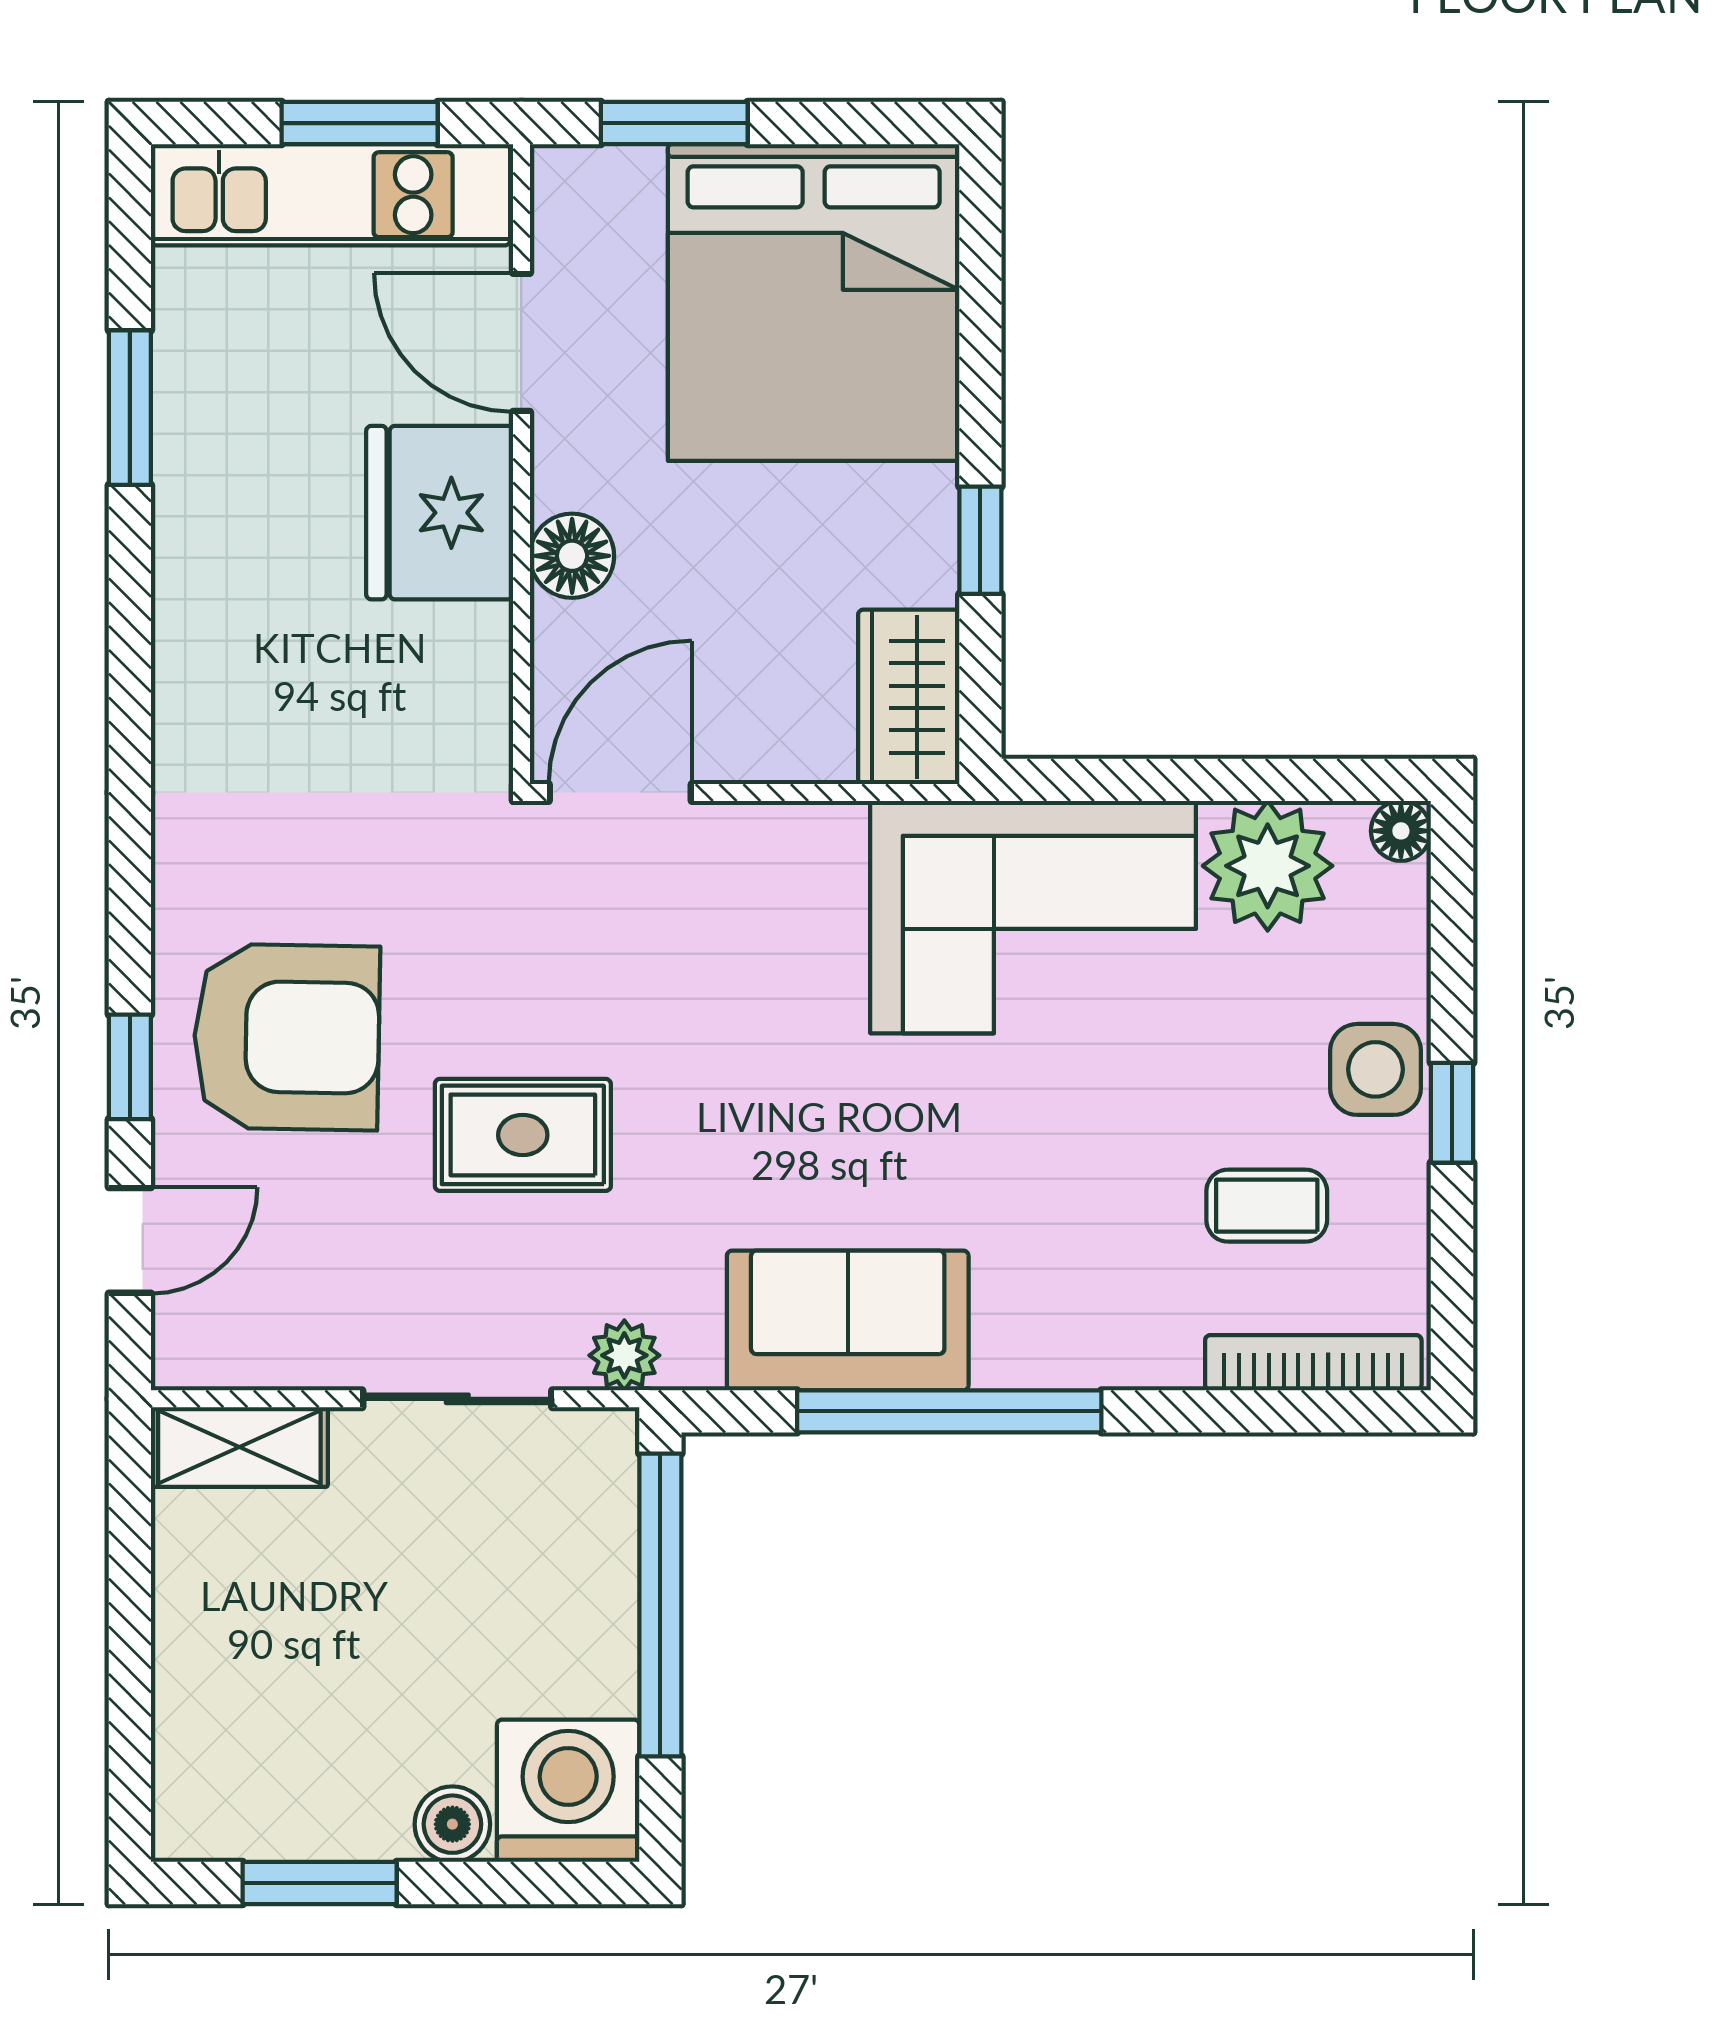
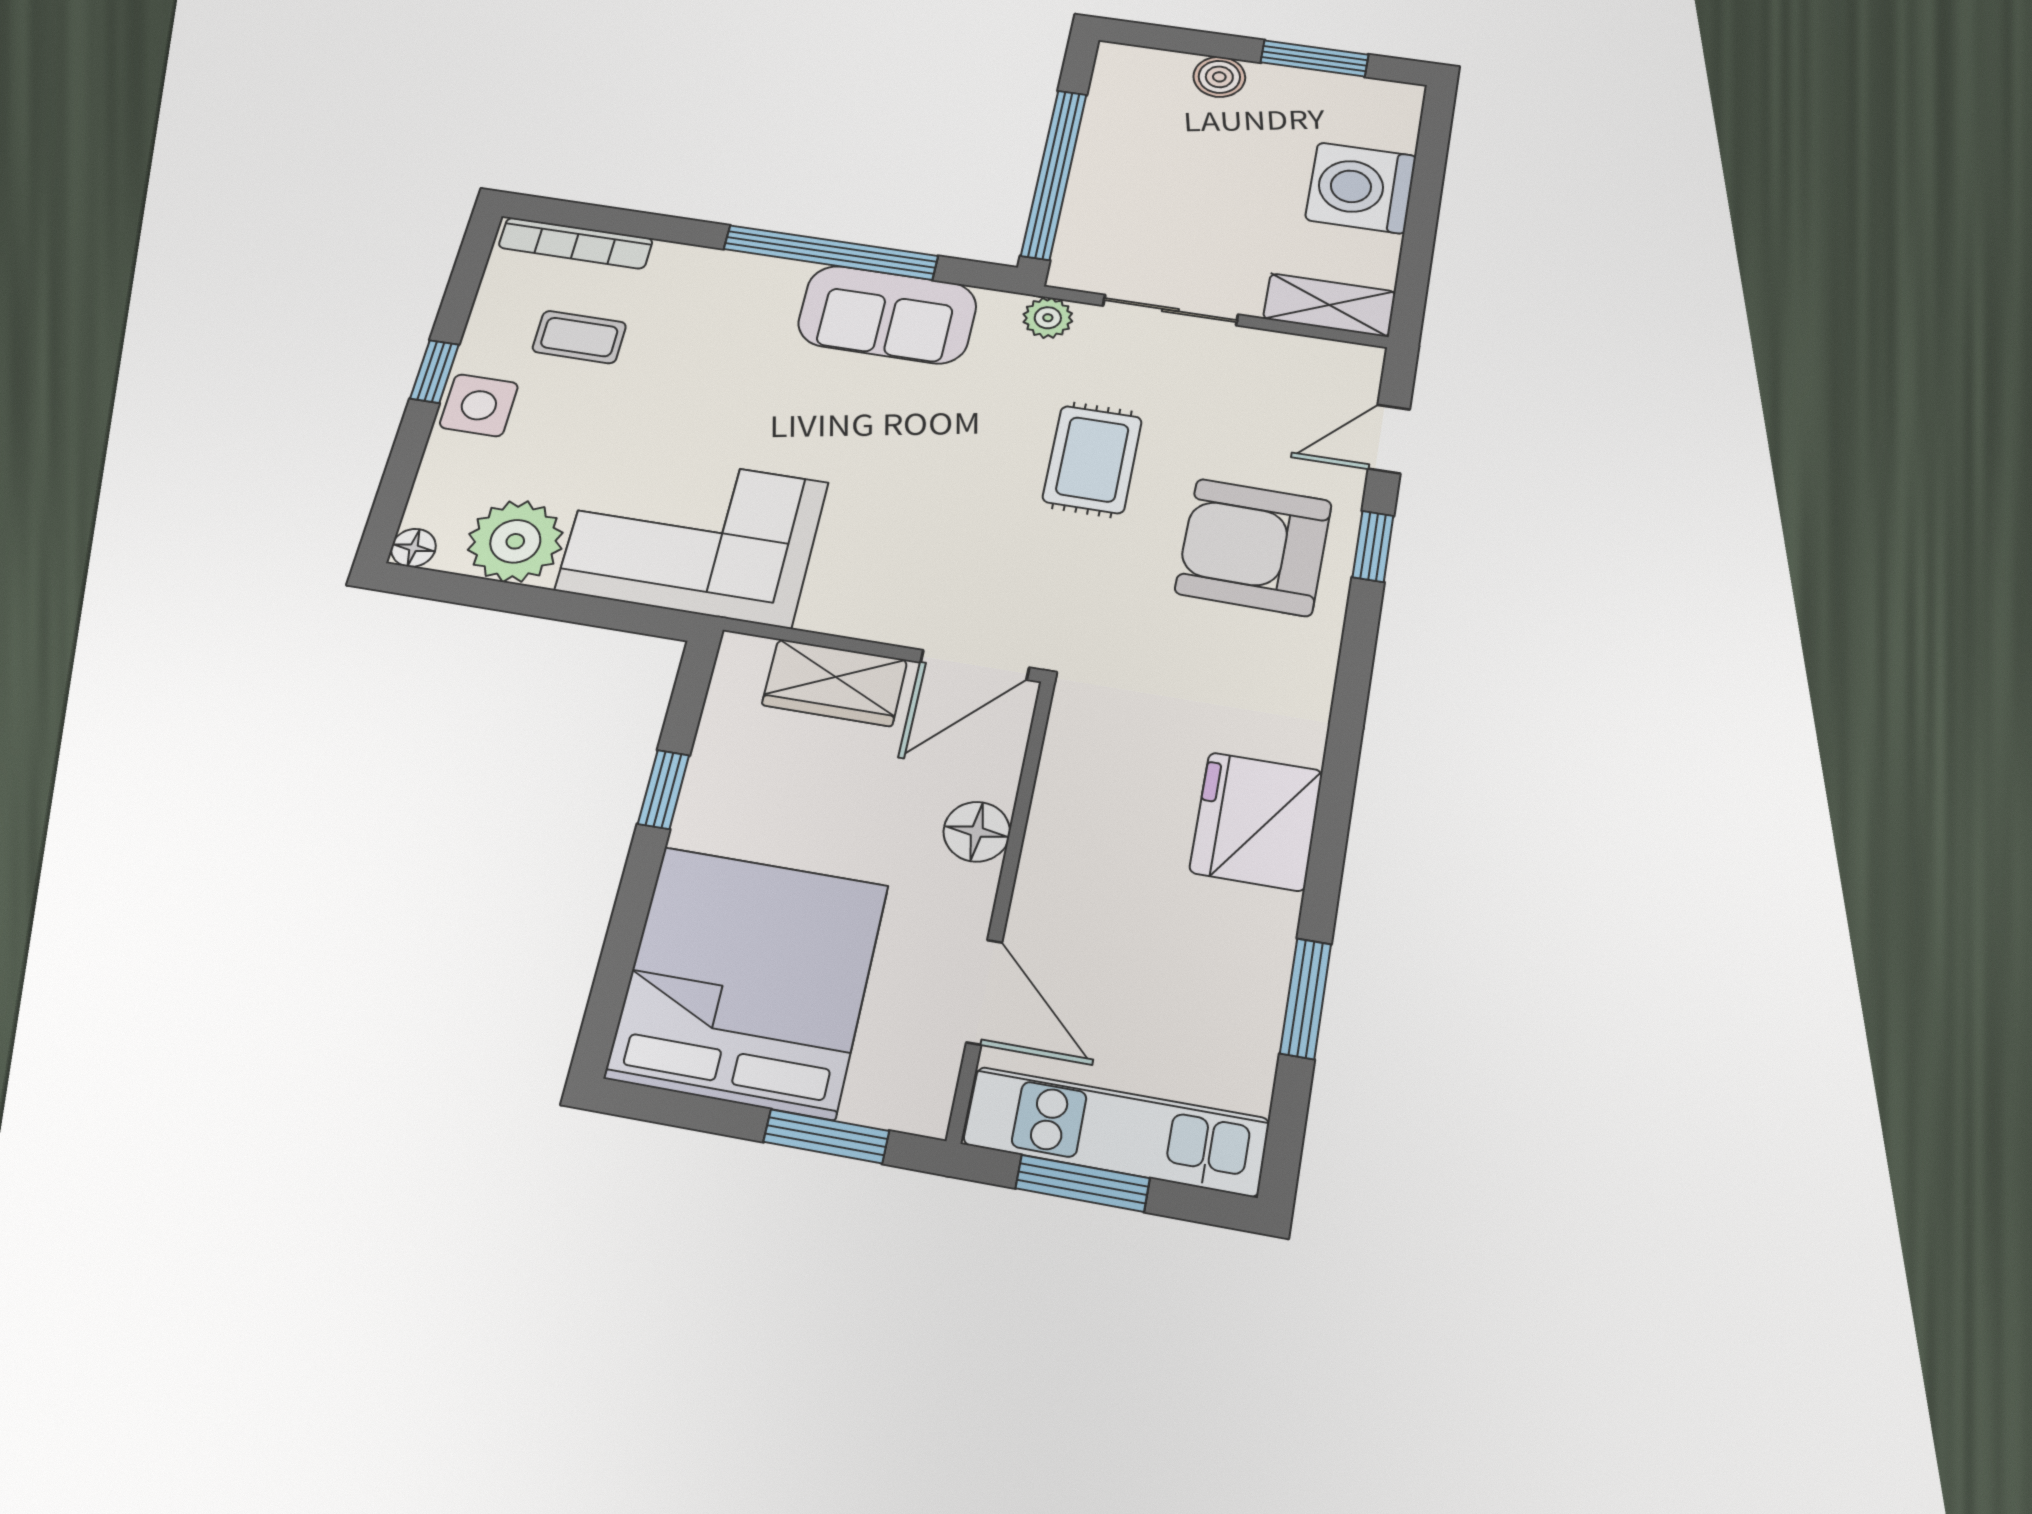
fridge: (440, 513) -> (1256, 821), moved, turned 180
wardrobe: (909, 697) -> (835, 682), moved, turned 90
rug: (523, 1135) -> (1092, 459), turned 90
washing machine: (568, 1791) -> (1361, 188), moved, turned 90

